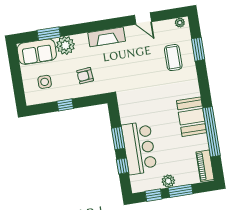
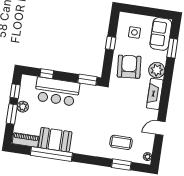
plant: (65, 45) -> (157, 70), moved
armchair: (85, 76) -> (129, 67), width x1.88, depth x1.88
booth: (191, 117) -> (55, 140), moved
window: (118, 138) -> (87, 80), moved

